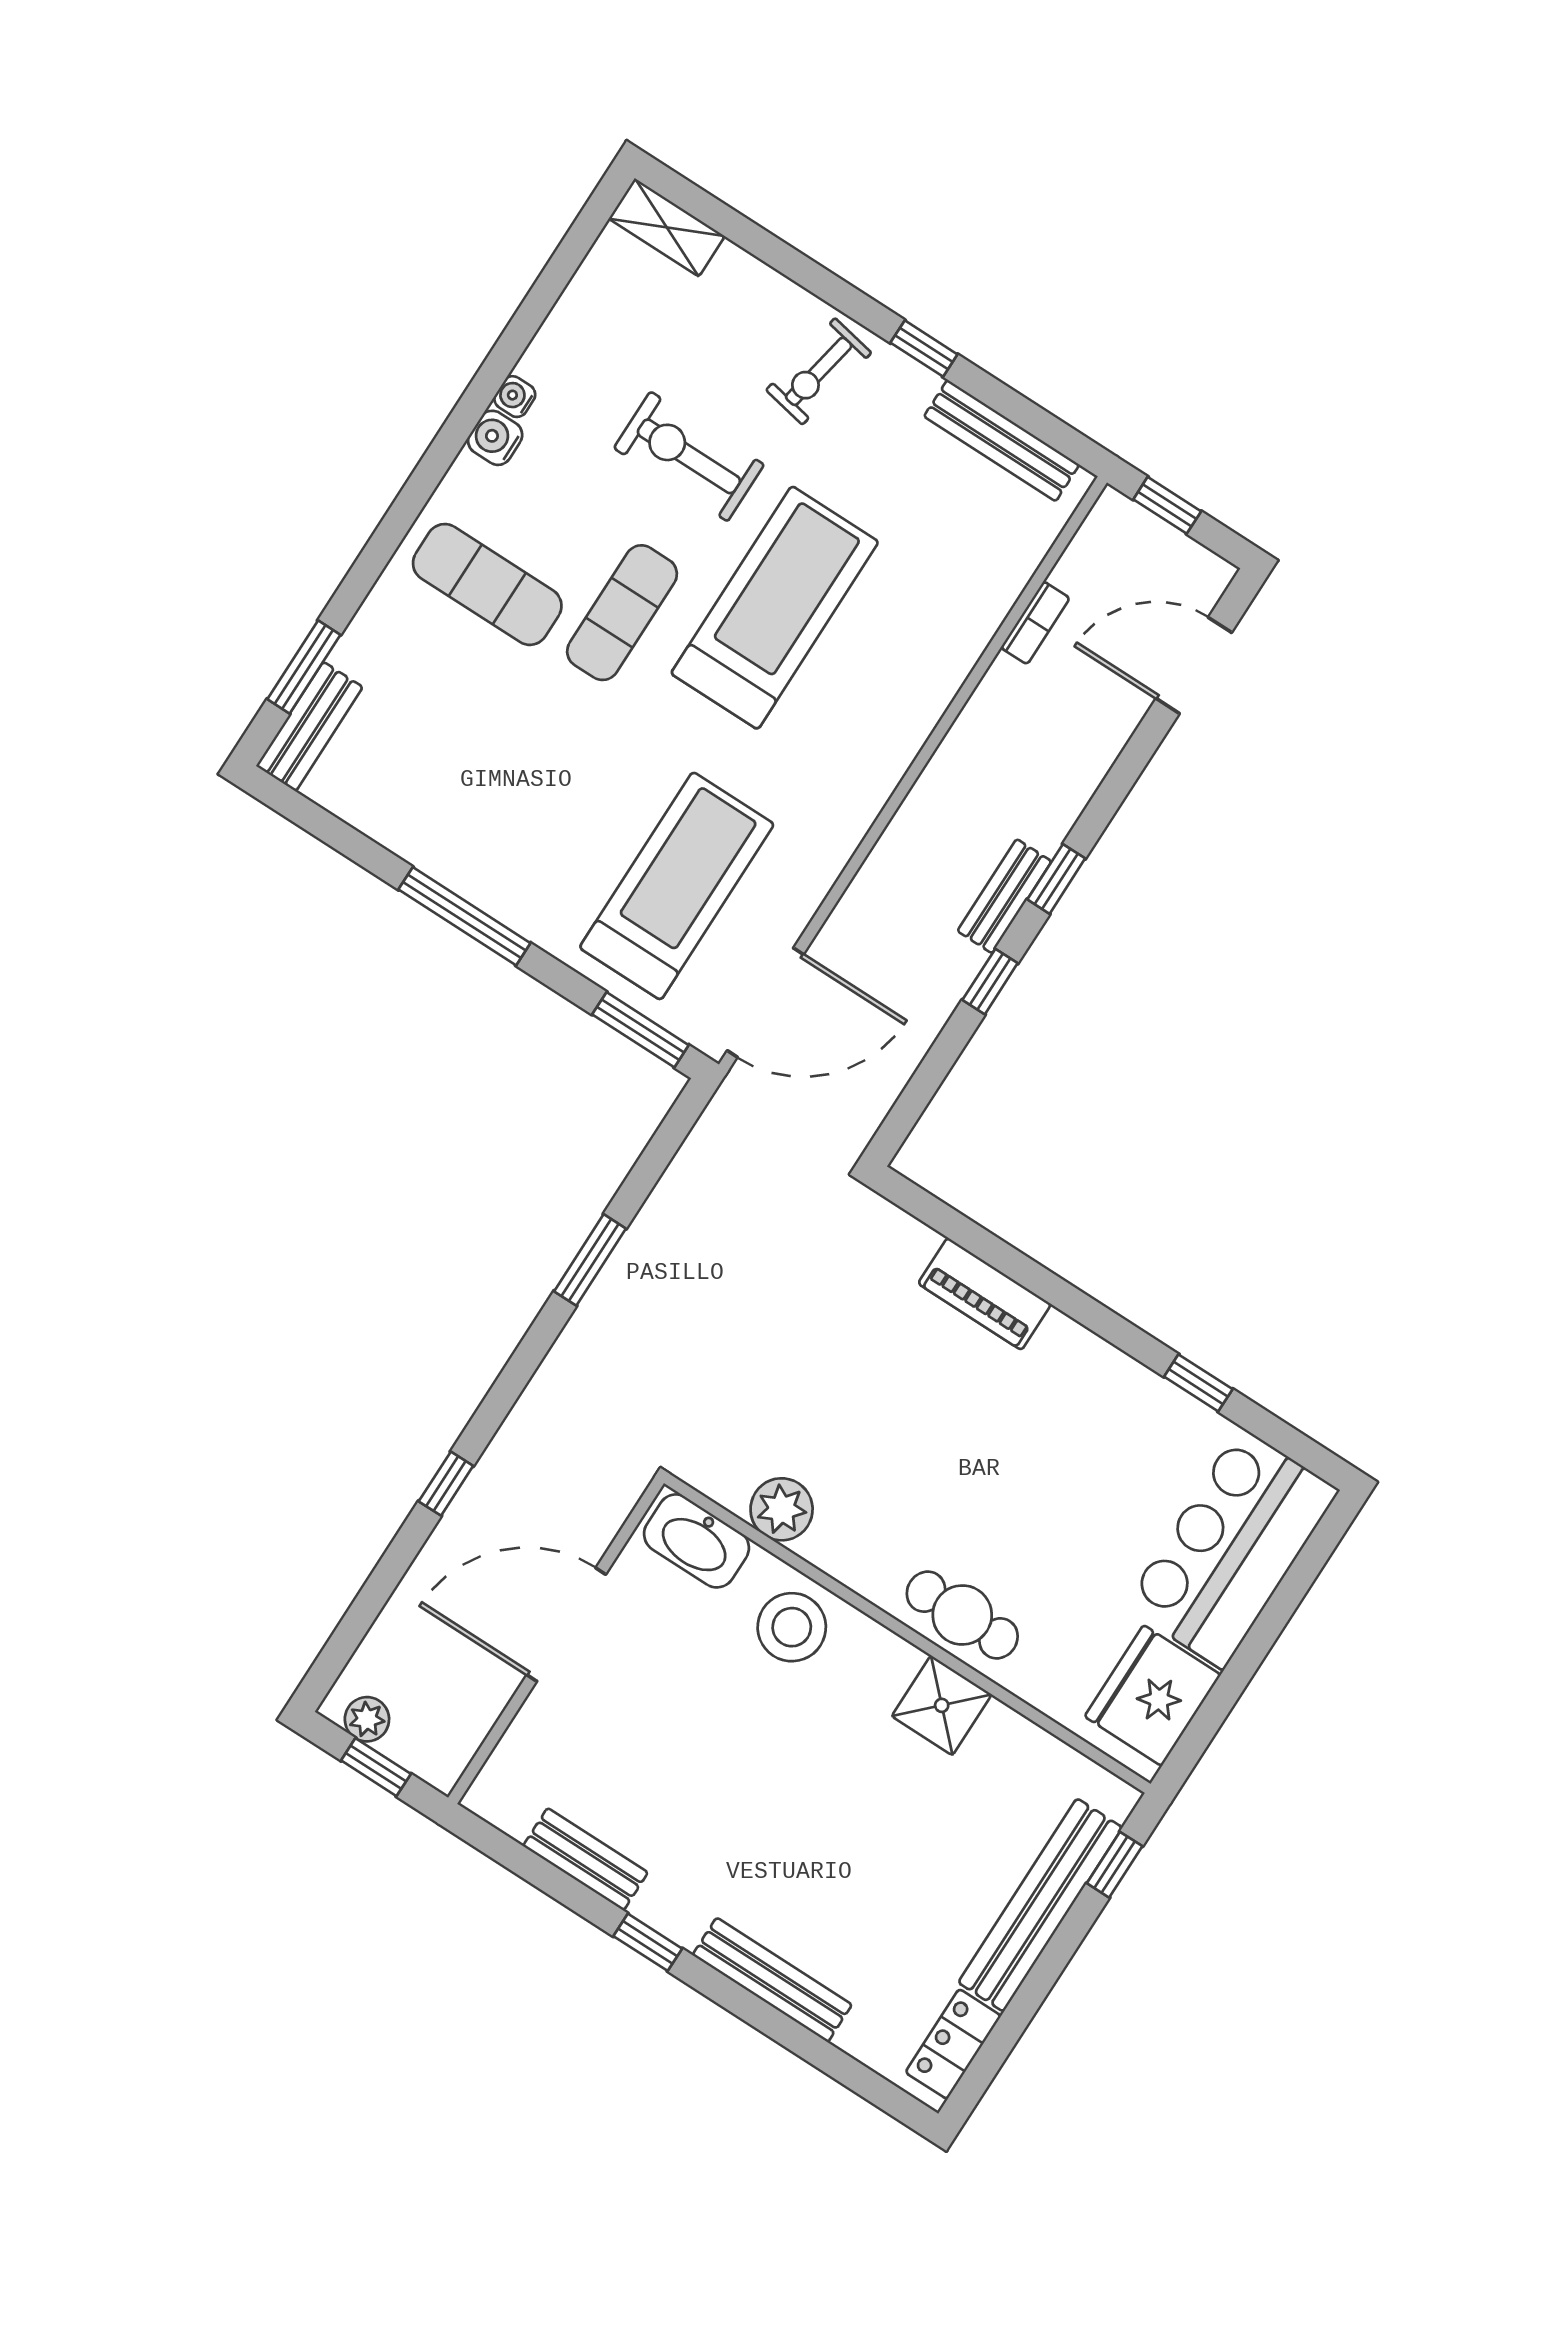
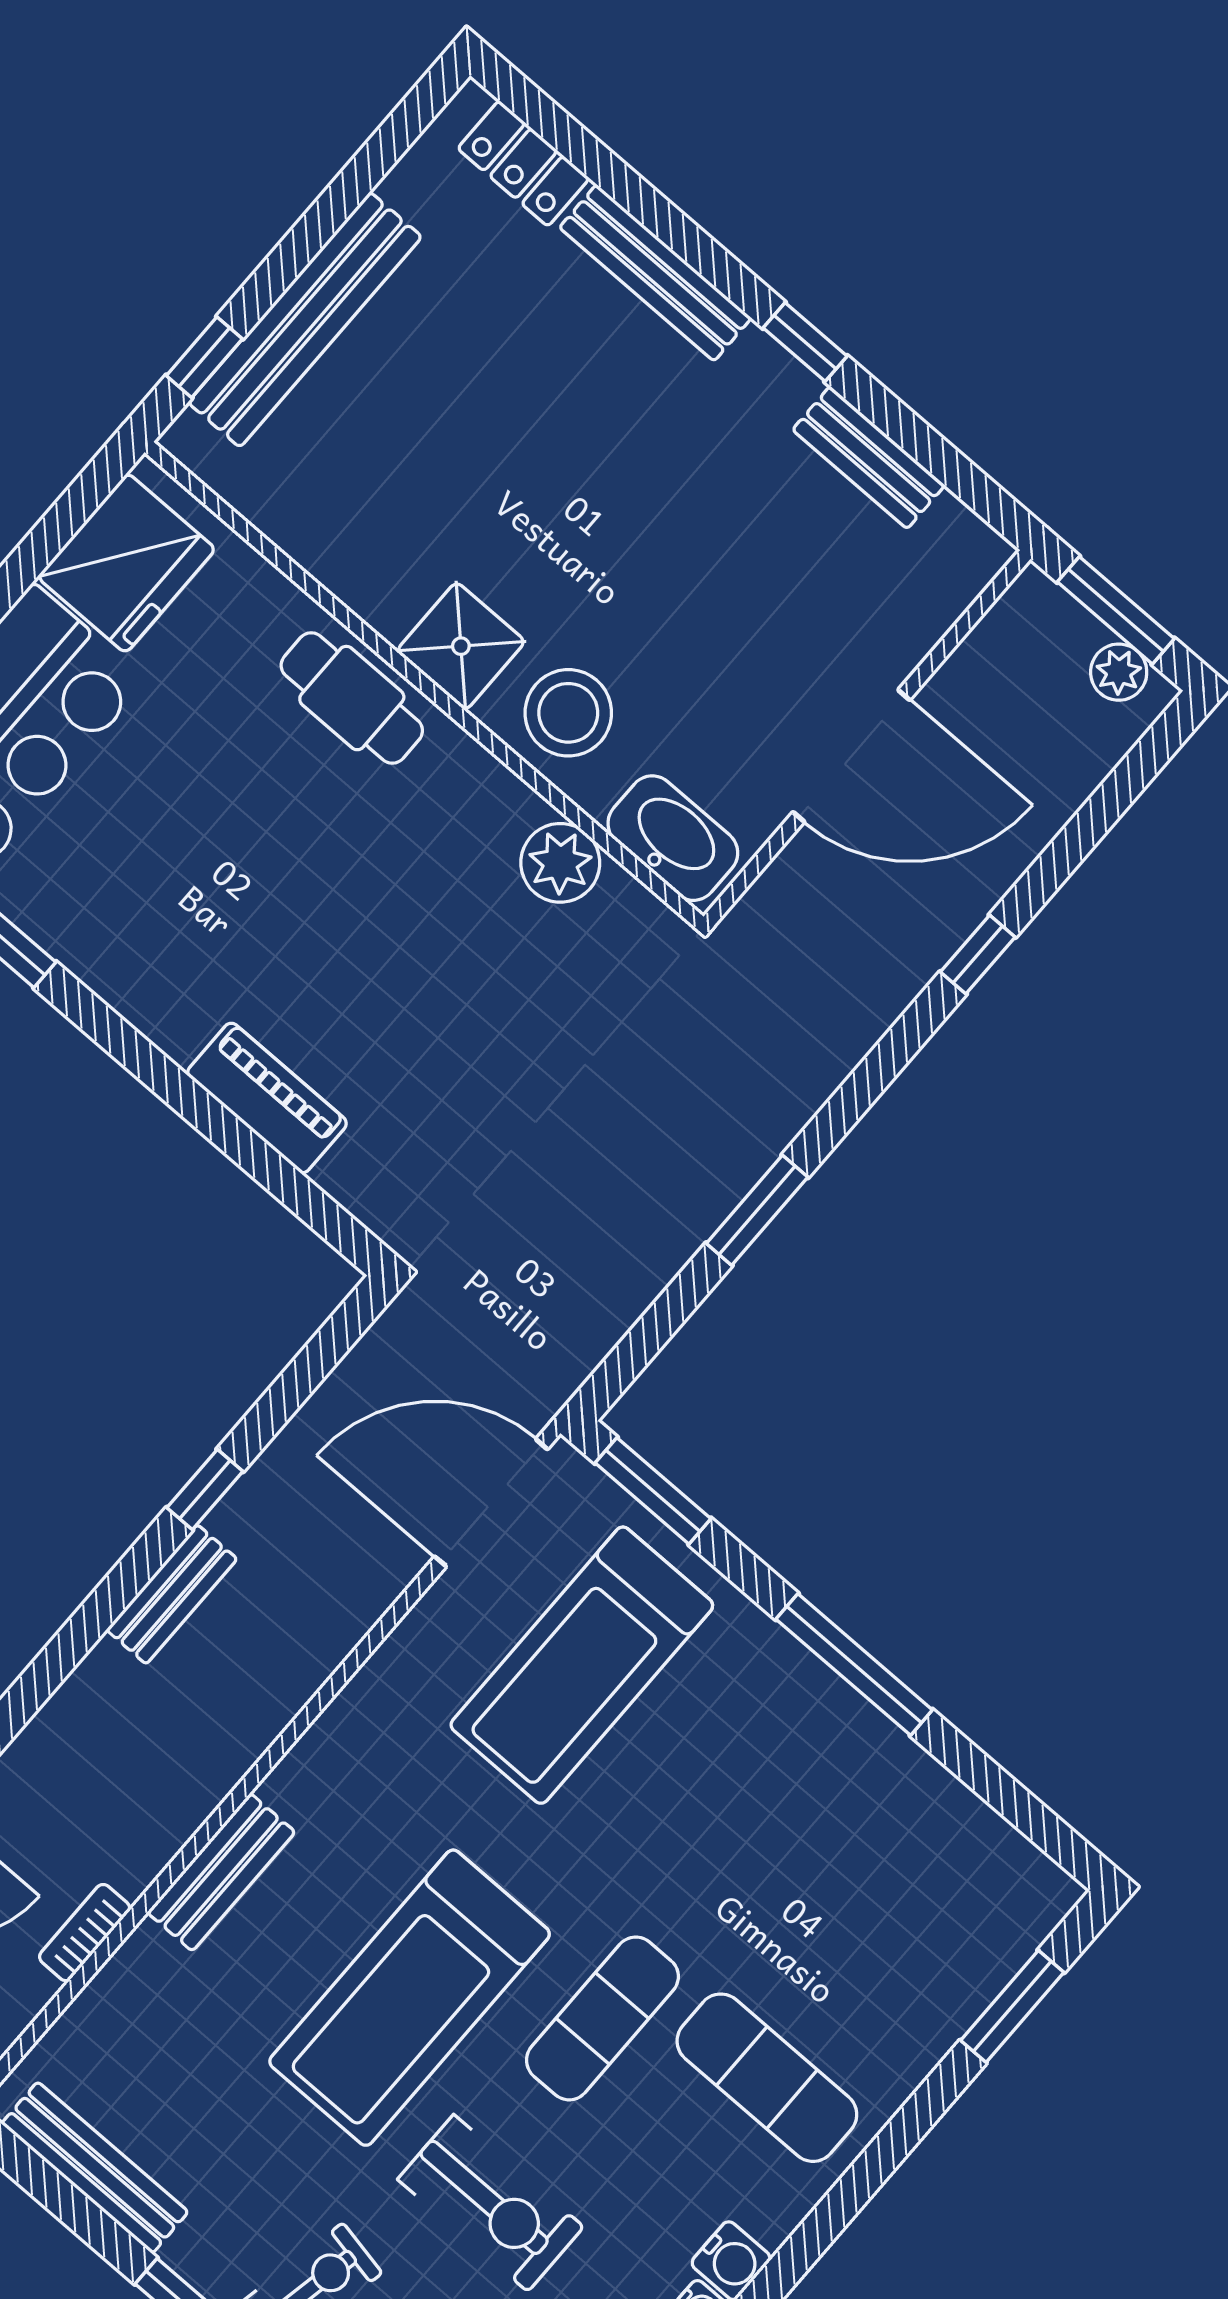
bench: (309, 727) -> (221, 1872), moved
window: (1056, 879) -> (104, 1607), removed
shower: (942, 1705) -> (461, 646), moved
window: (376, 1767) -> (1116, 610), width x1.50
locker: (953, 2044) -> (523, 163), moved, turned 90

